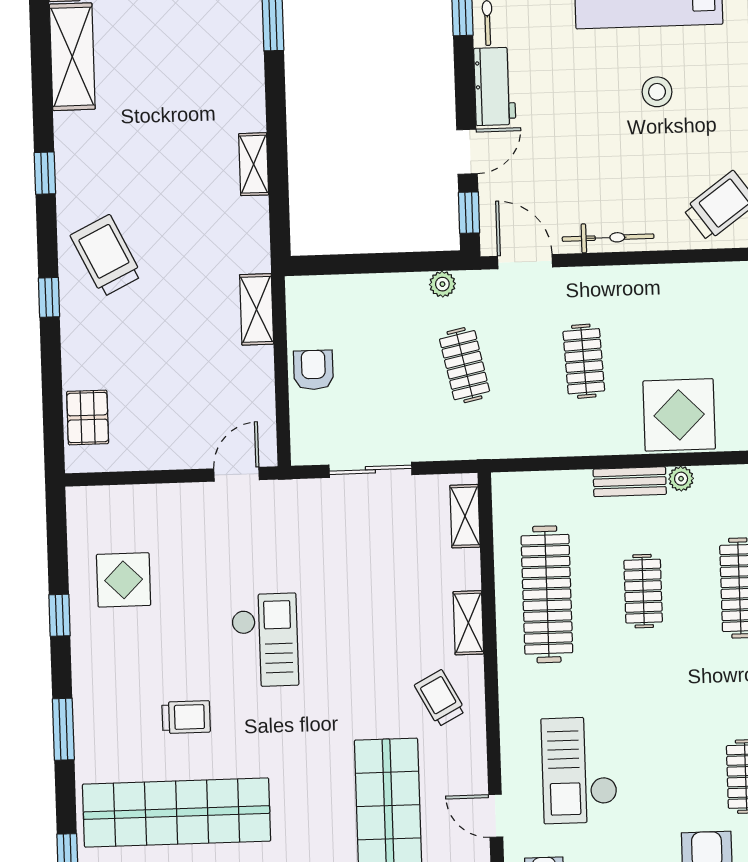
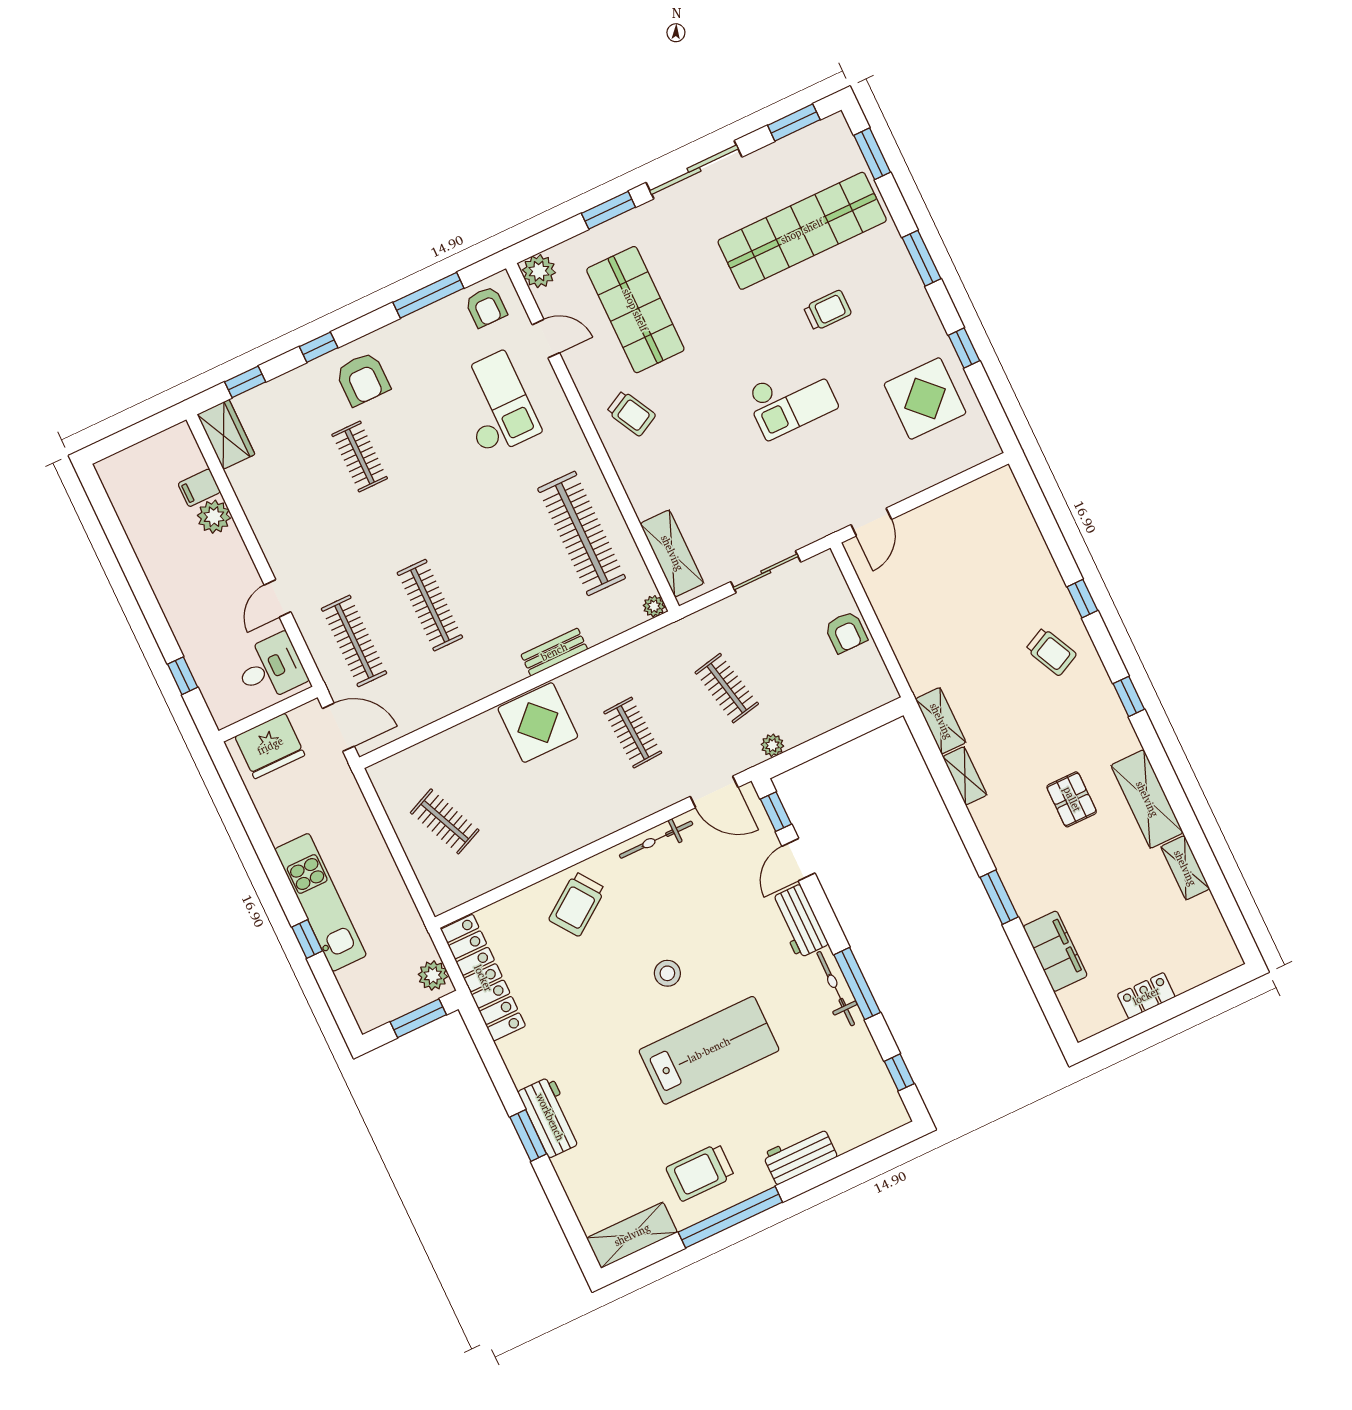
trolley: (106, 256) -> (1051, 652), width x0.73, depth x0.72
shelving: (257, 309) -> (941, 721), moved
pallet: (88, 417) -> (1072, 799), moved
plant: (681, 479) -> (654, 606), moved
shelving: (465, 516) -> (672, 553), width x1.50, depth x1.33
display table: (124, 580) -> (925, 398), width x1.36, depth x1.36
clothes rail: (643, 591) -> (506, 569), removed
shelving: (468, 623) -> (635, 483), removed
checkout: (265, 640) -> (791, 399), turned -90
trolley: (186, 717) -> (828, 310), turned 180

